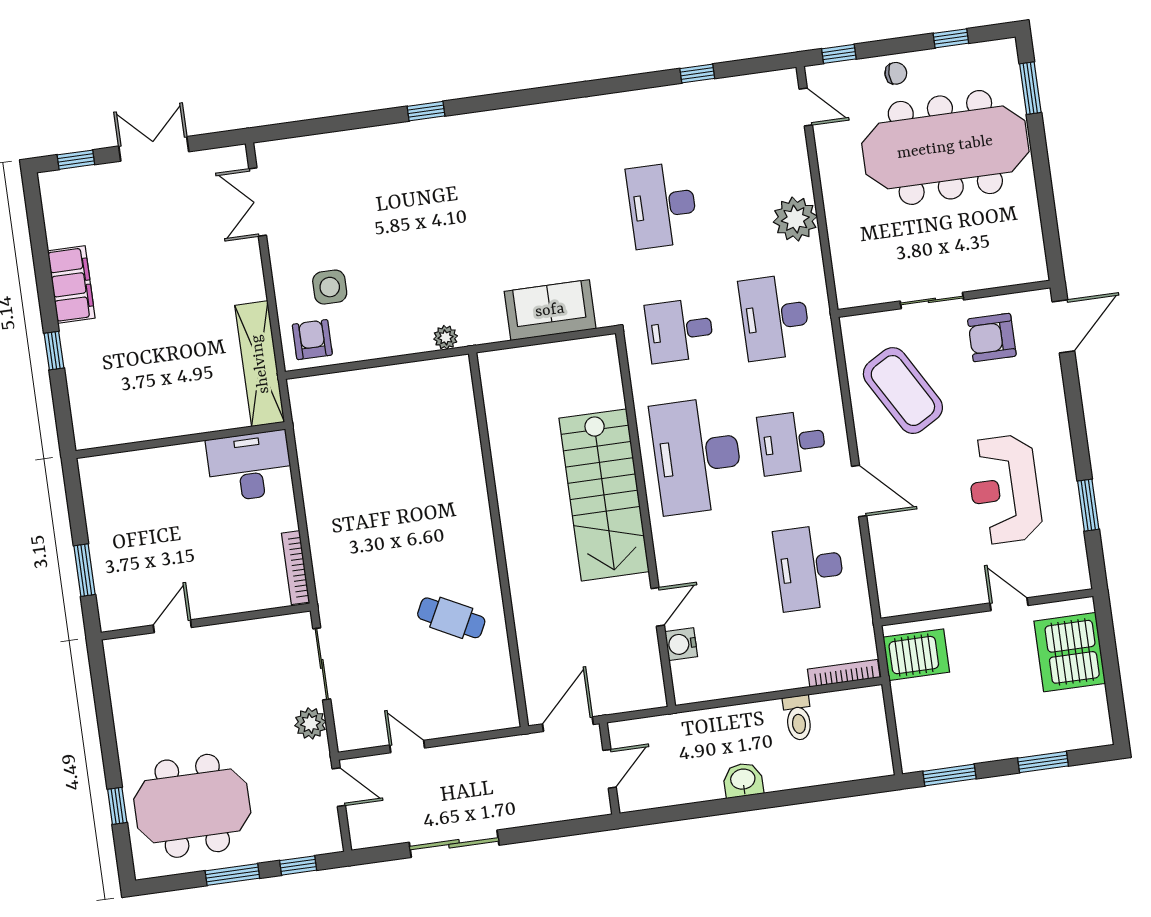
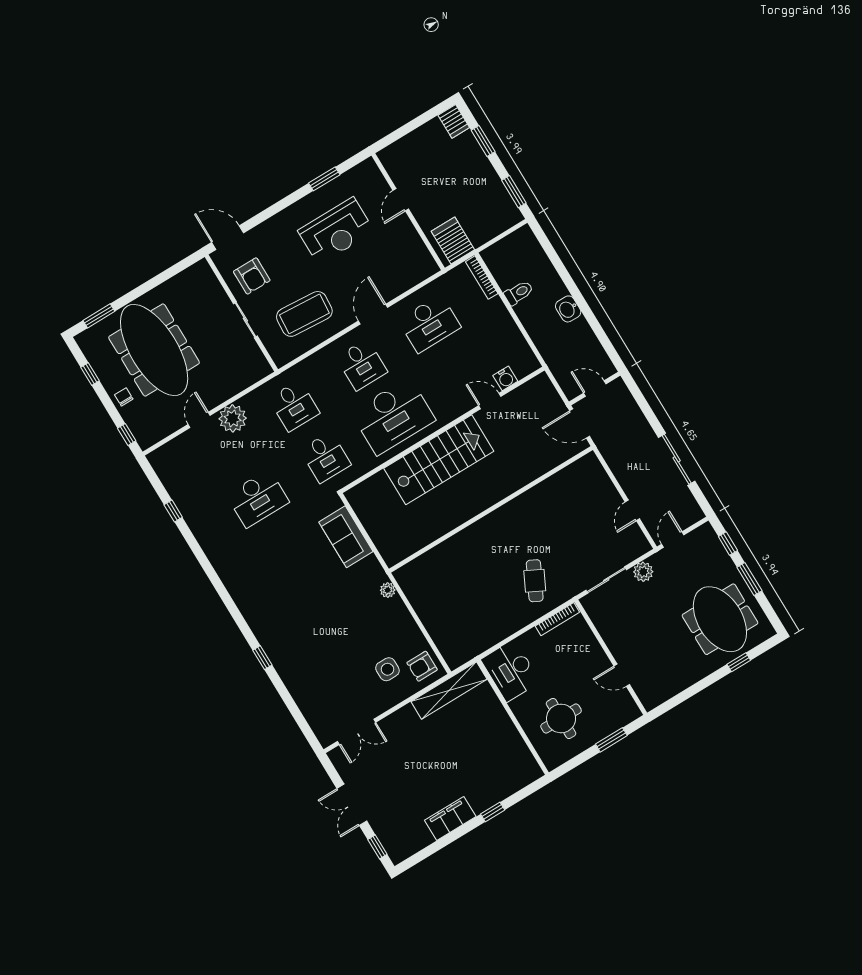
door: (806, 107) -> (199, 420), moved
desk: (775, 317) -> (294, 406), width x0.73
coffee table: (903, 391) -> (304, 314), turned 34
round table: (148, 510) -> (561, 718), added
cafe table: (451, 618) -> (535, 581), moved
server rack: (1070, 652) -> (454, 121), moved, width x0.46, depth x0.70

